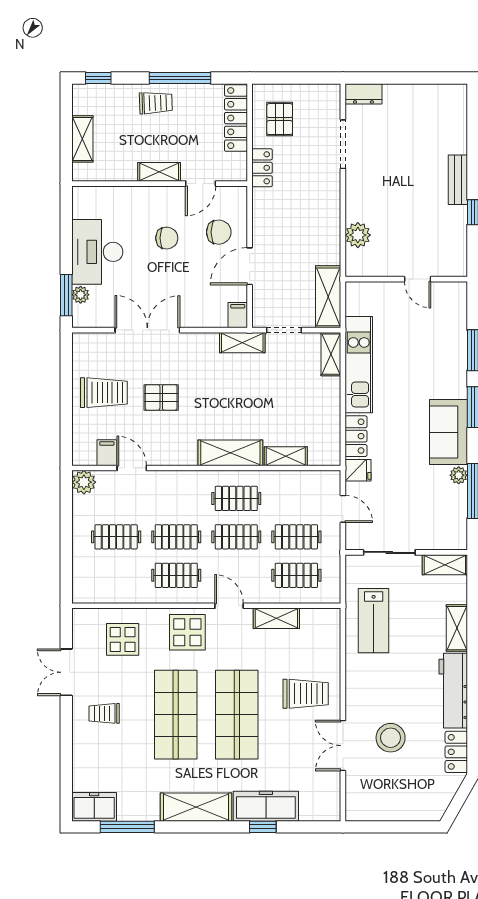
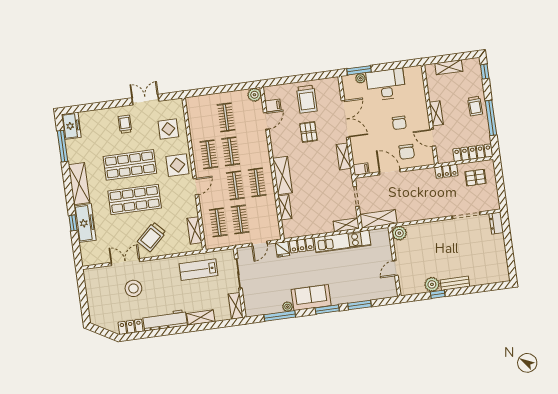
plant: (454, 220) -> (432, 284), added
plant: (358, 235) -> (399, 233), moved
shelving: (242, 343) -> (344, 156), moved
shelving: (276, 618) -> (194, 230), moved
trolley: (306, 694) -> (152, 237), turned 47

